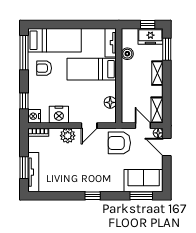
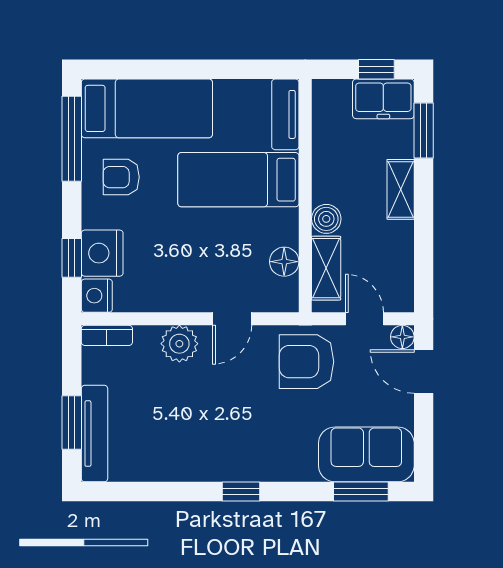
boiler: (127, 54) -> (326, 219), moved
shelving: (157, 110) -> (326, 268), moved
nightstand: (59, 115) -> (102, 253), moved, turned 90

